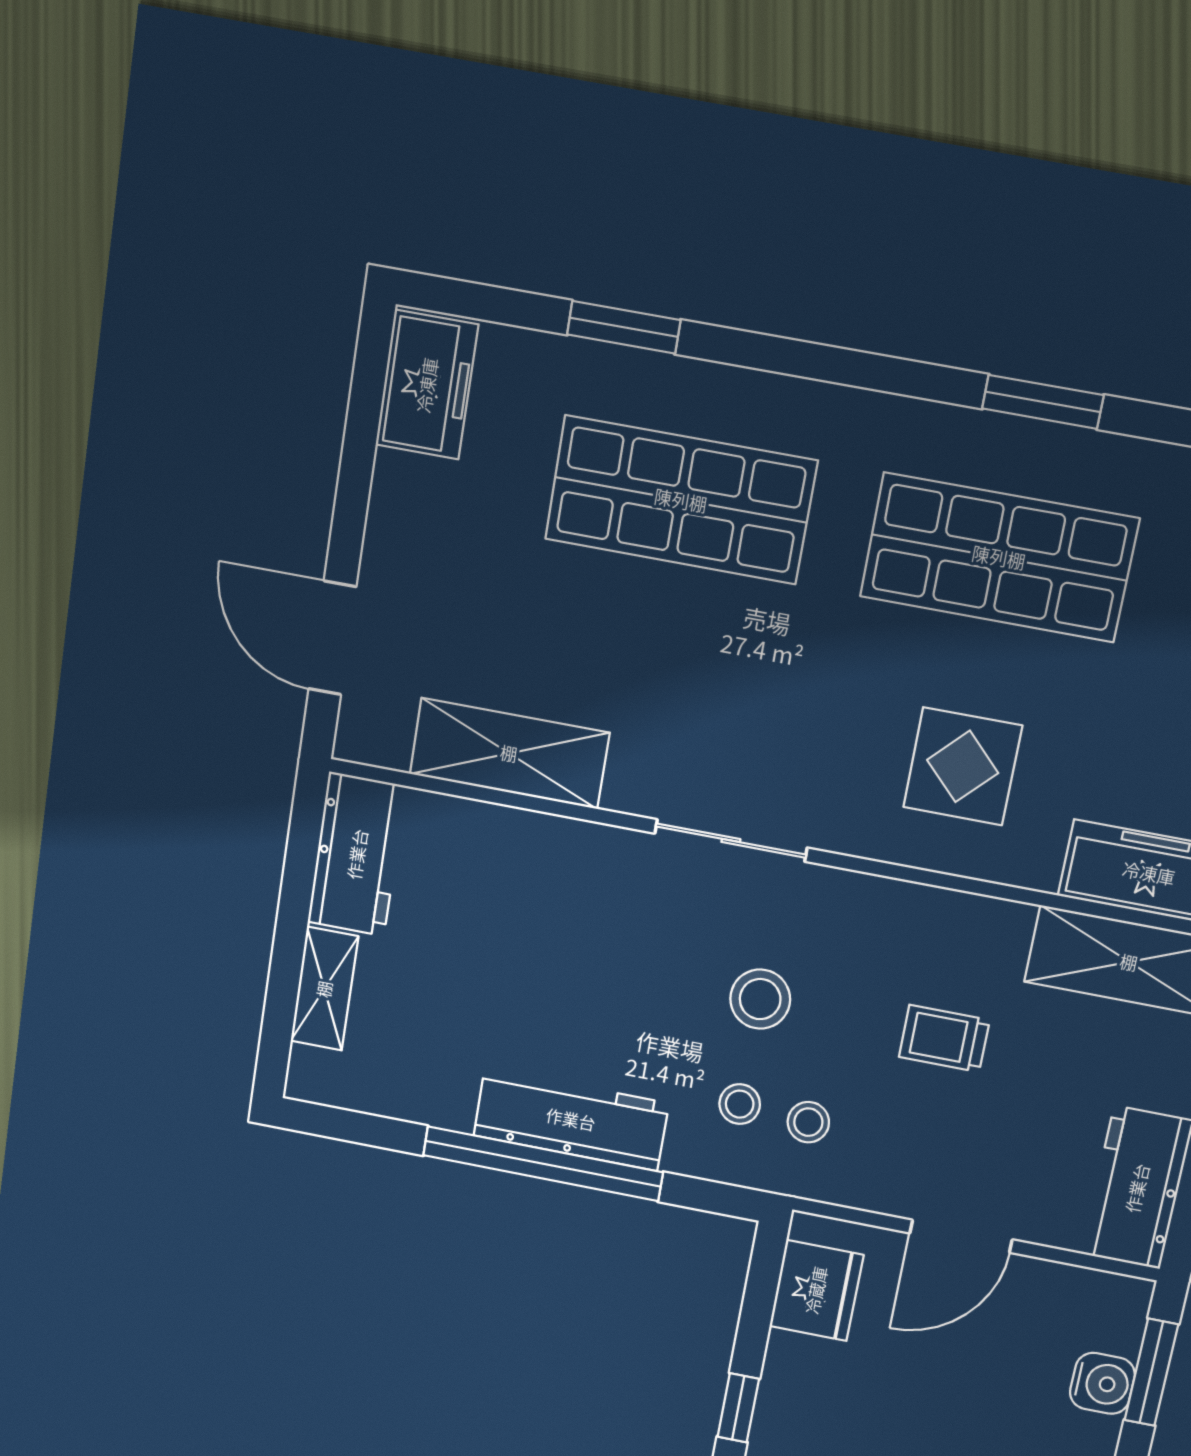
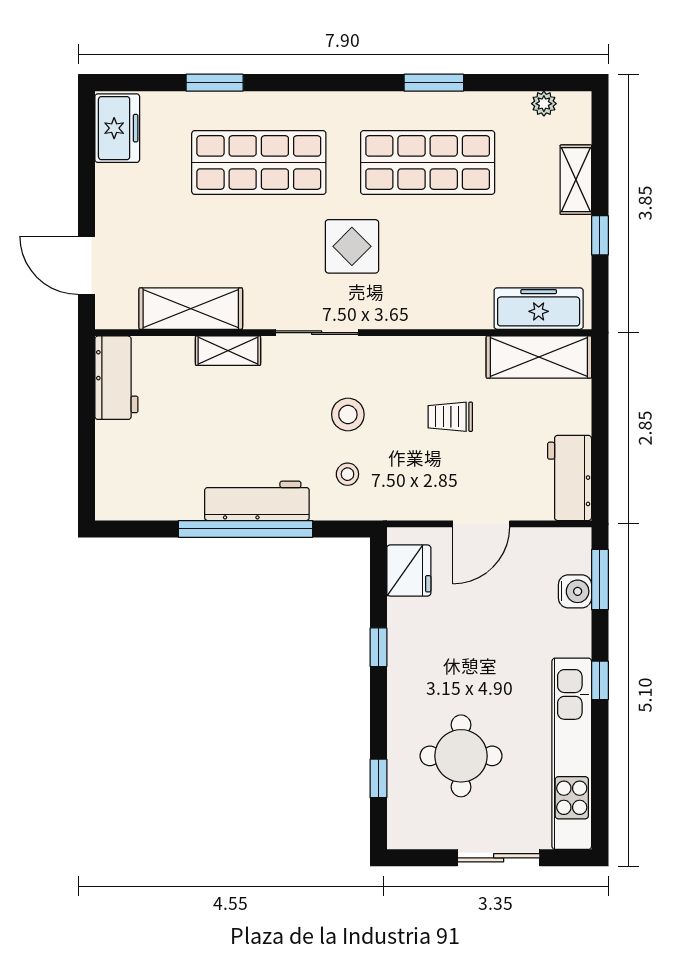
display table: (963, 766) -> (352, 246), moved
shelving: (324, 989) -> (228, 351), moved, turned 90
stool: (808, 1122) -> (386, 477), removed

